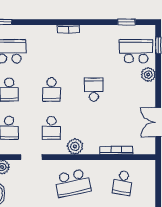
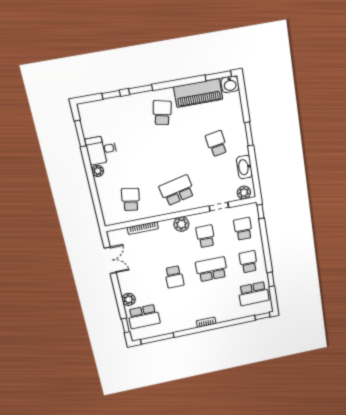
window: (127, 22) -> (157, 338), width x2.17
school desk: (52, 90) -> (212, 269), width x1.85

